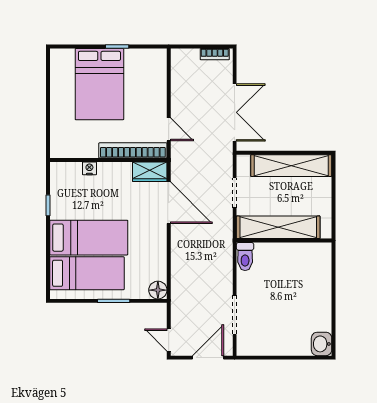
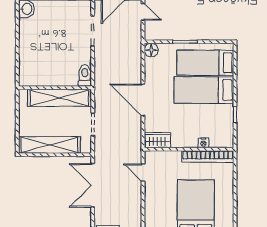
bookcase: (133, 150) -> (208, 156), moved
door: (169, 203) -> (143, 100), moved

